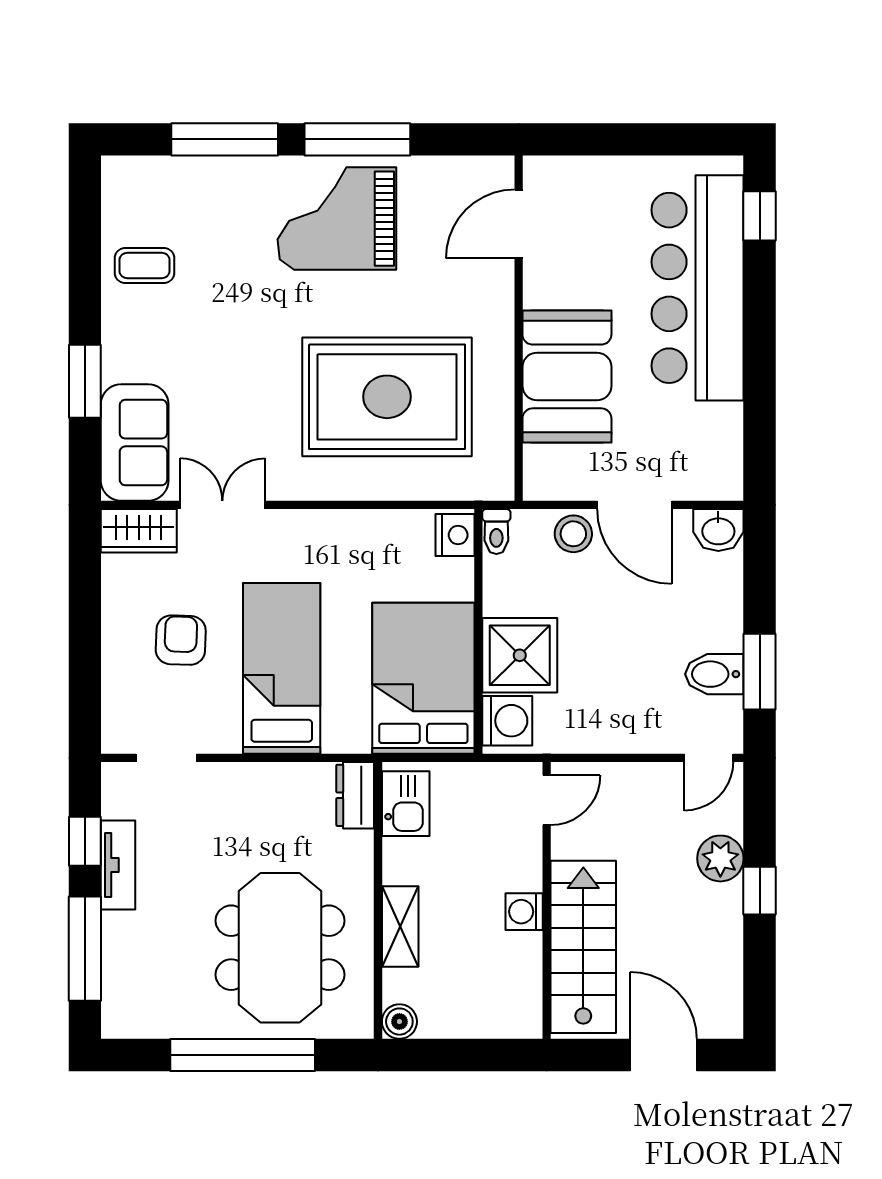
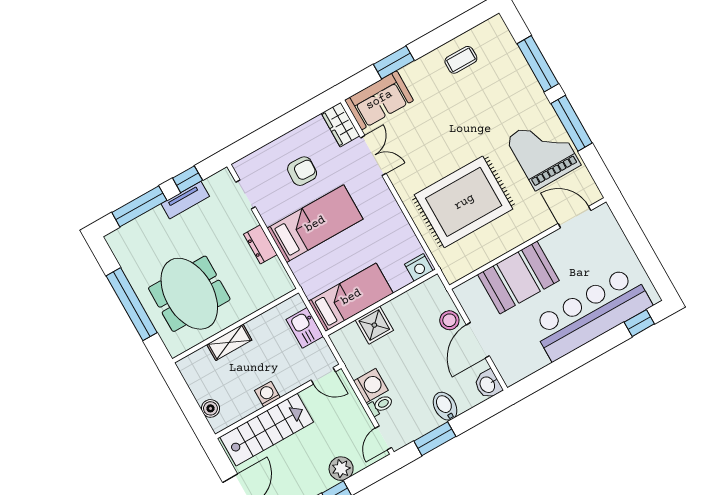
grand piano: (337, 219) -> (543, 152), moved
coffee table: (145, 265) -> (461, 60), turned 90
rug: (387, 397) -> (464, 202), turned 90
toilet: (496, 532) -> (381, 405), moved, turned 180
shower: (520, 655) -> (374, 325), width x0.73, depth x0.73
bidet: (714, 674) -> (445, 406), moved
bed: (423, 678) -> (351, 297), width x0.67
washing machine: (507, 721) -> (371, 386), moved, turned -90
door: (709, 758) -> (383, 438), hinge flipped
dresser: (355, 795) -> (260, 244), moved, turned -90
kitchen sink: (406, 804) -> (305, 328), moved, turned 90
meeting table: (280, 948) -> (189, 294), turned 90
boiler: (399, 1022) -> (210, 408), moved

